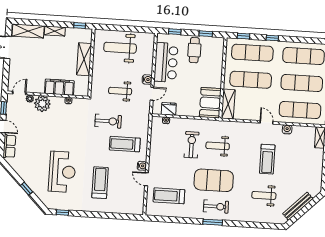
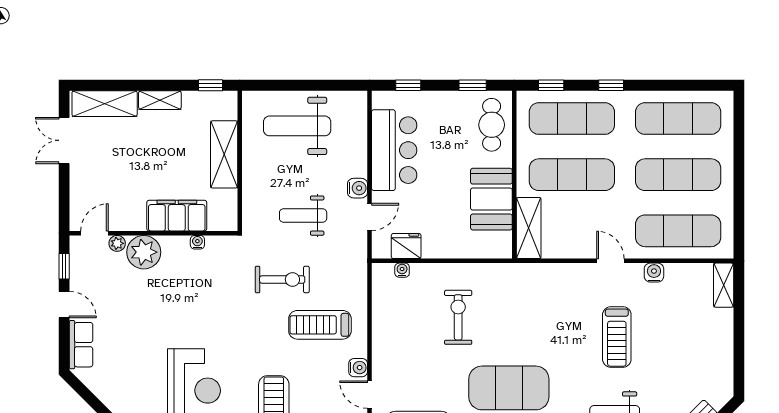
cafe table: (194, 50) -> (492, 125), moved
booth: (210, 103) -> (491, 199), moved
weight bench: (218, 146) -> (512, 316), removed

